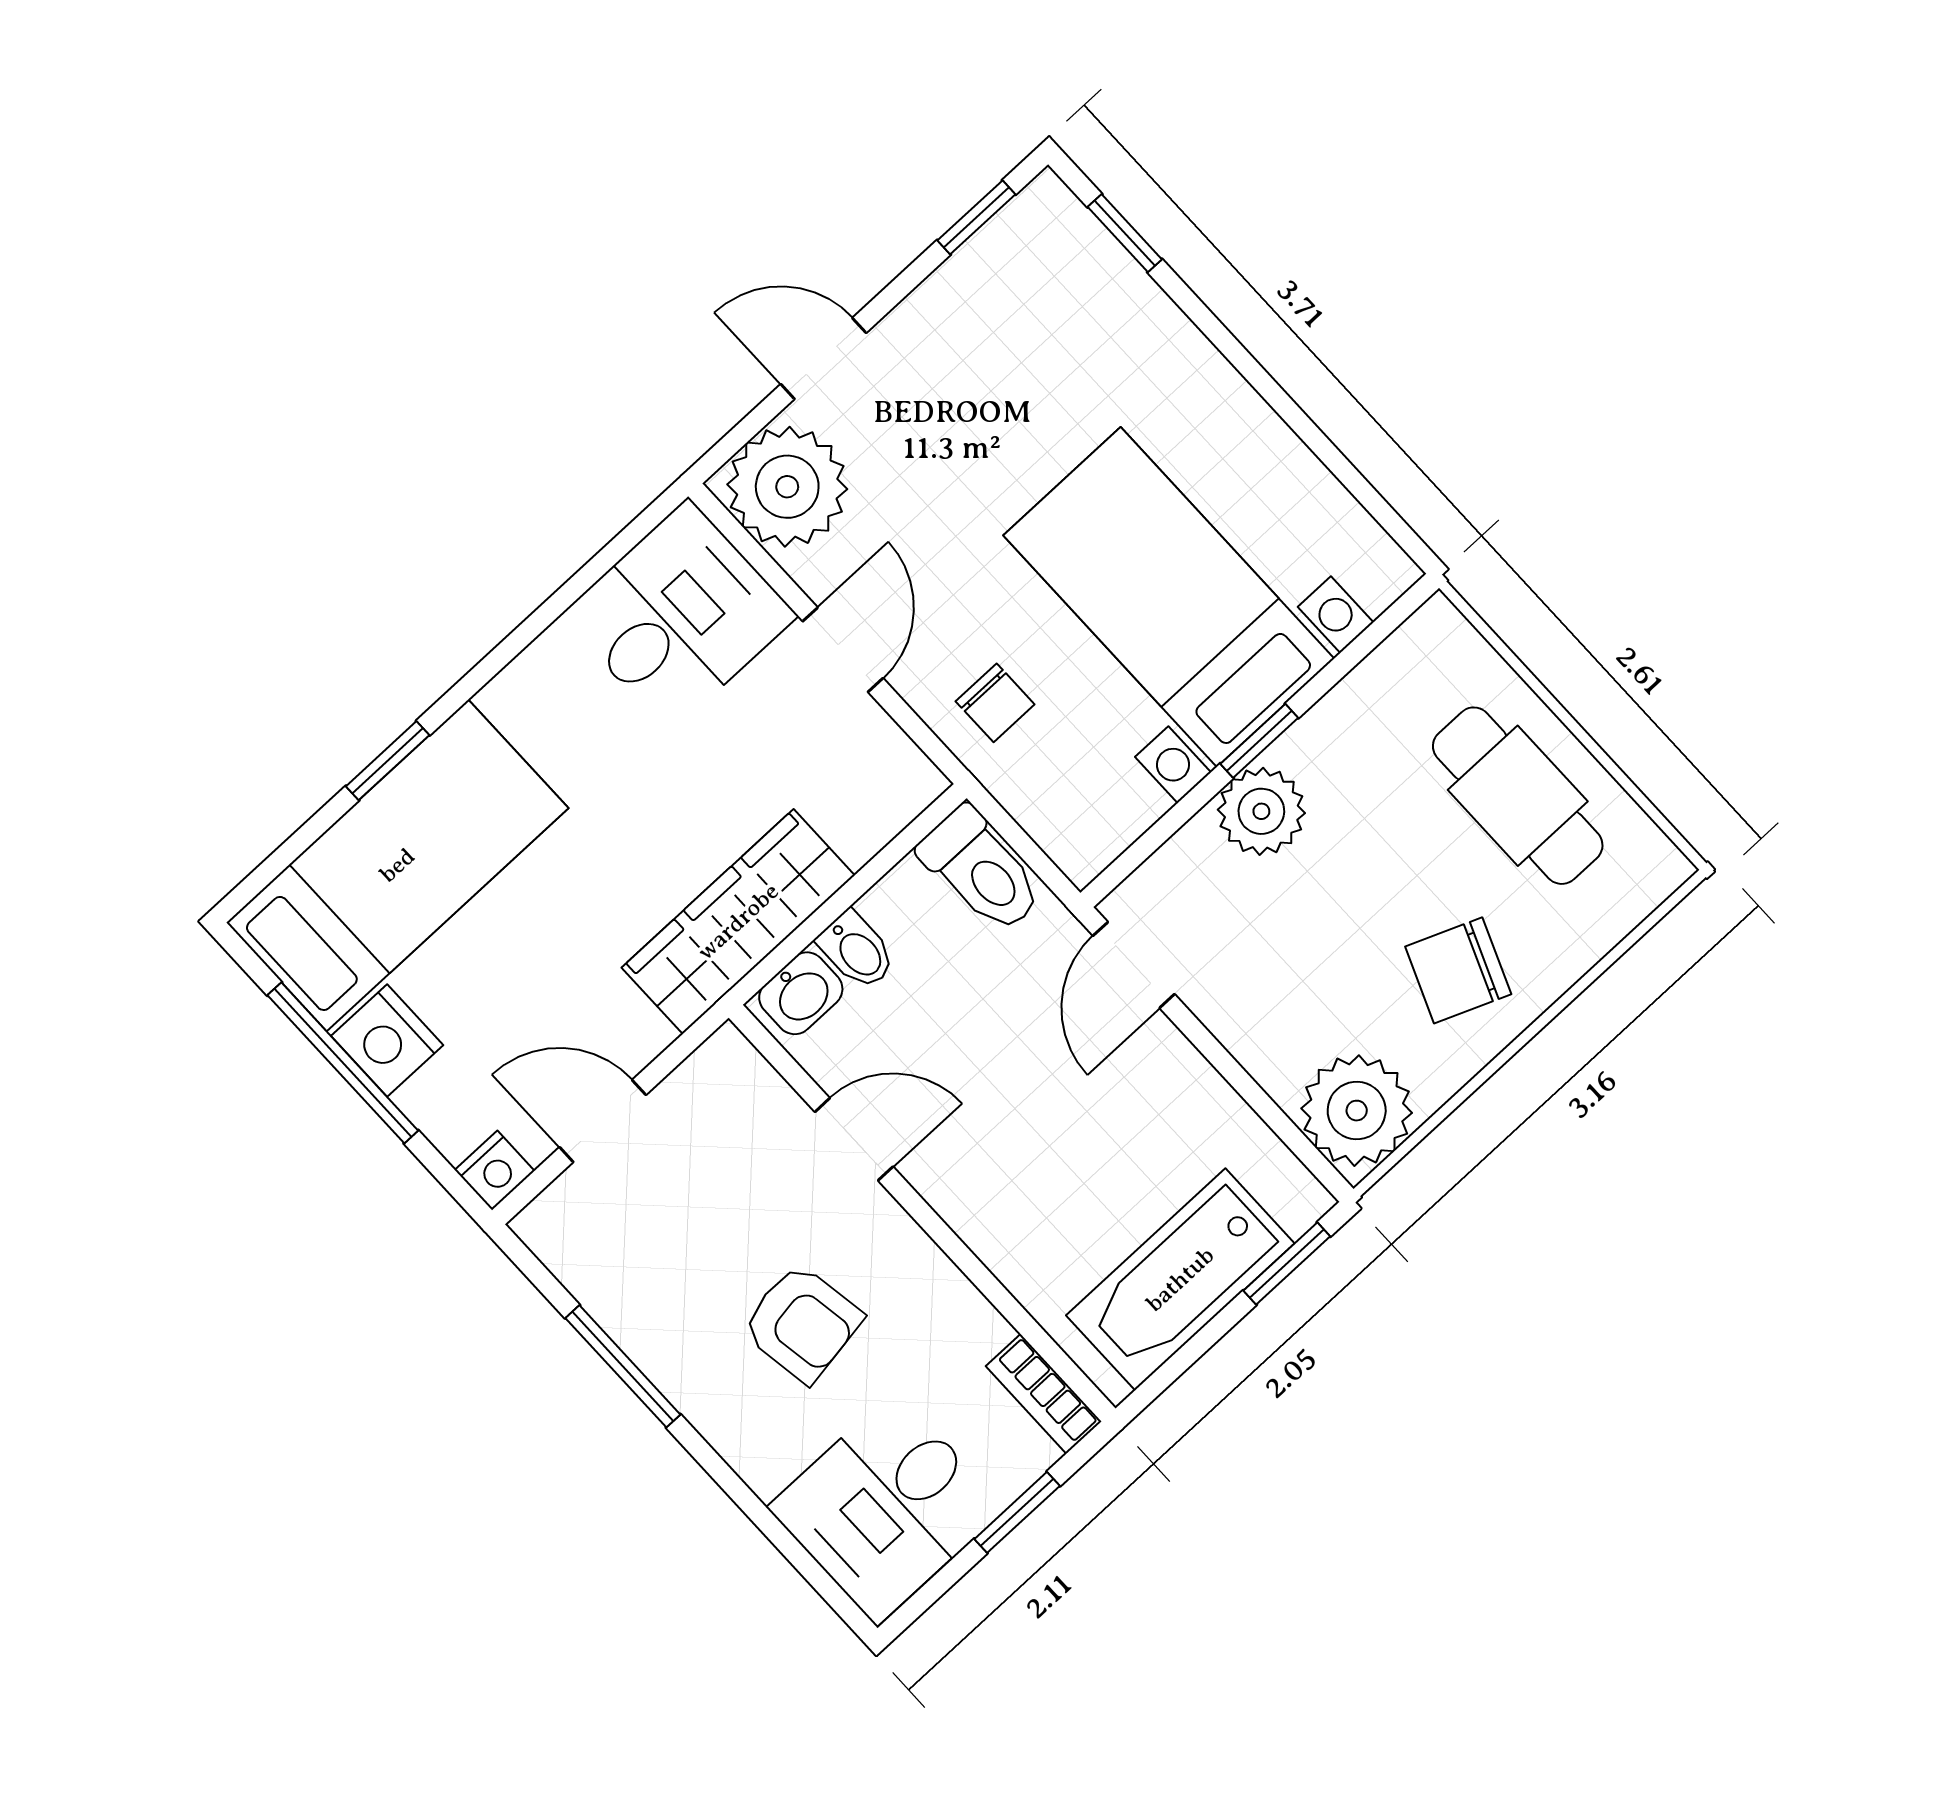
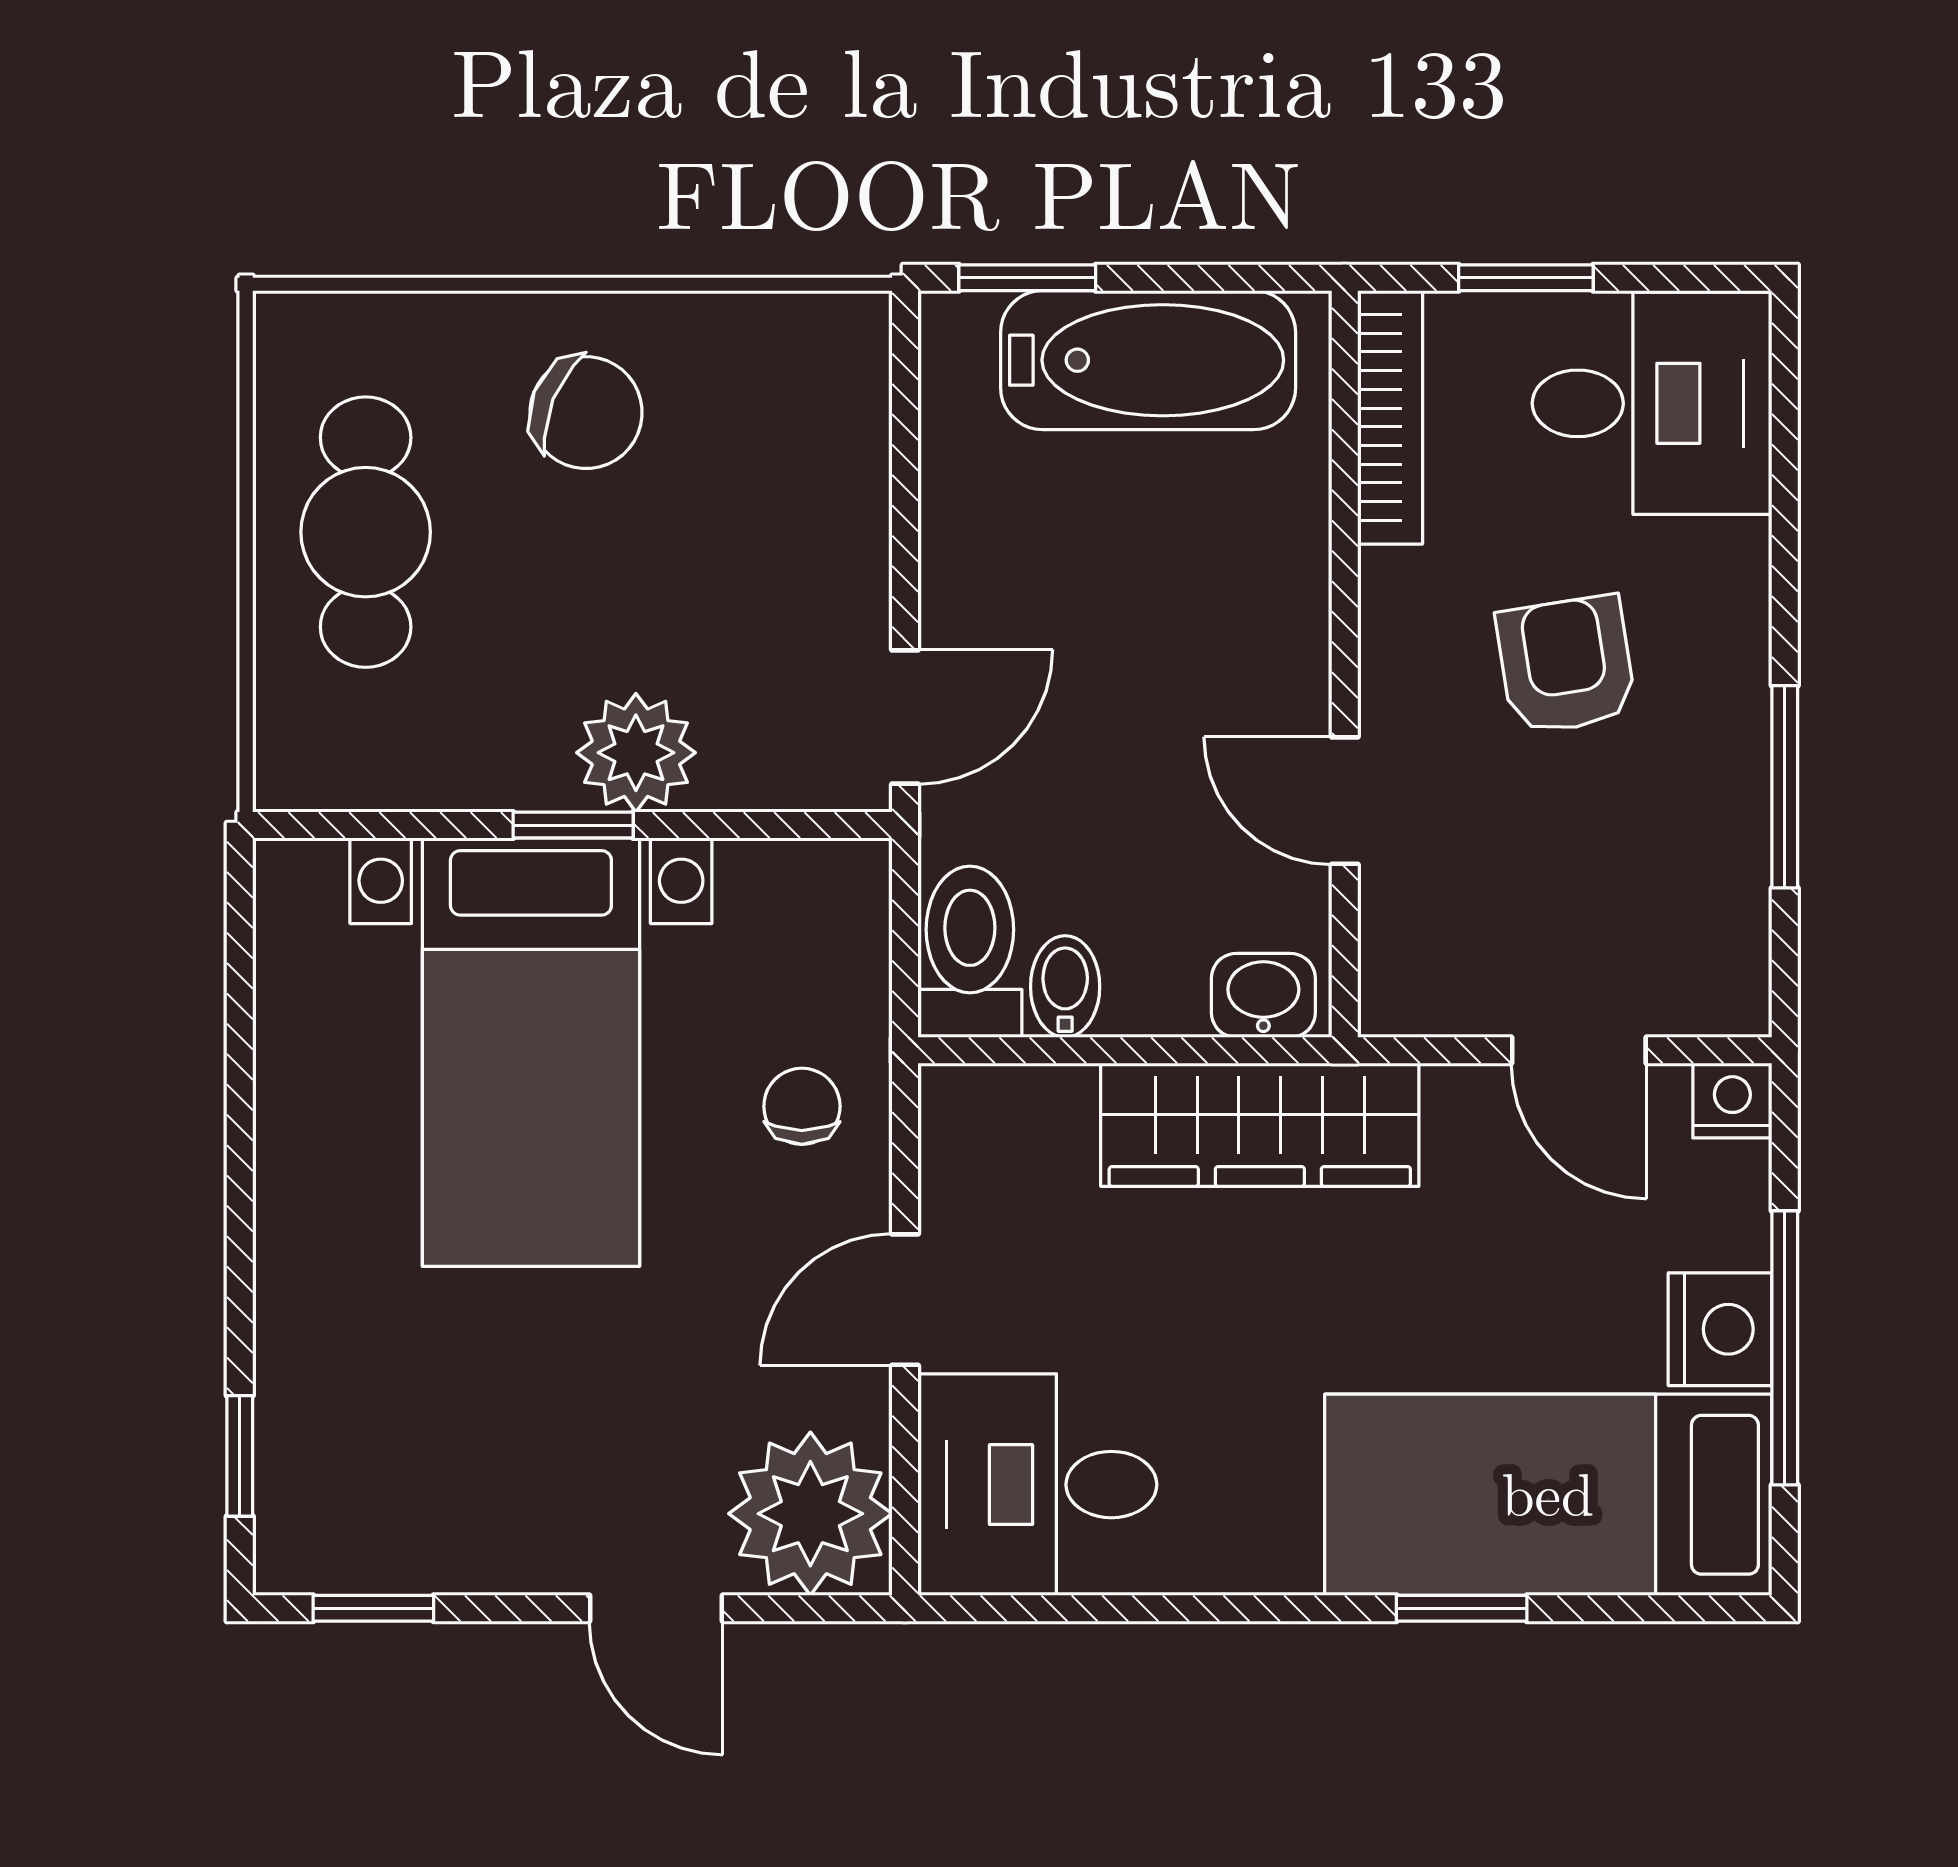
bidet: (857, 950) -> (1065, 987), moved
plant: (1357, 1111) -> (817, 366), removed
bookcase: (1044, 1394) -> (1390, 417), width x1.56

